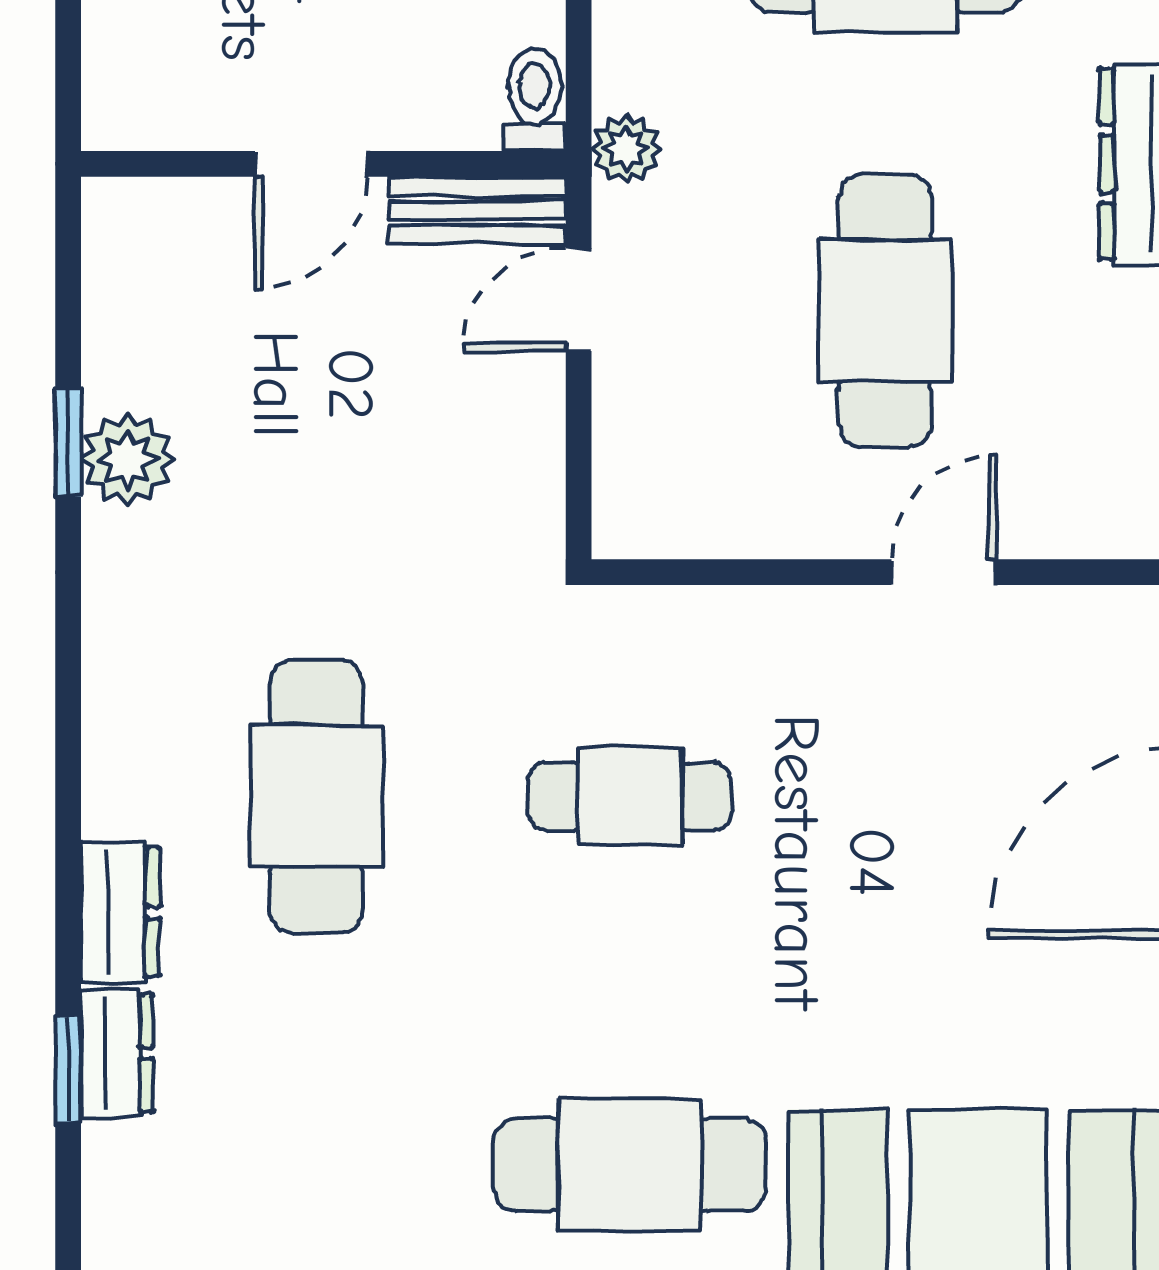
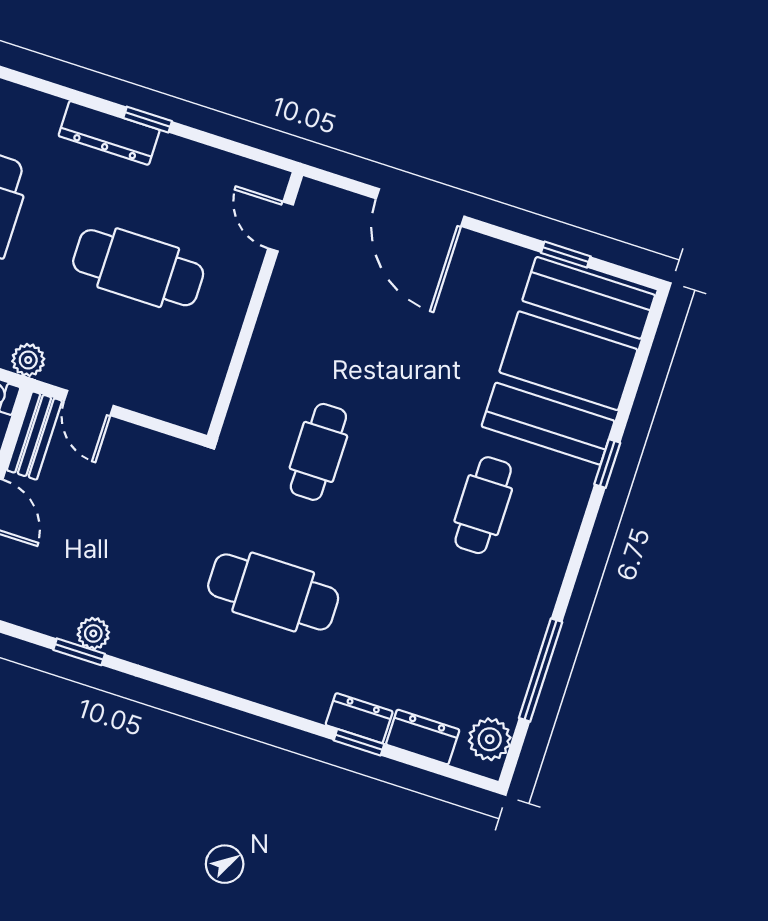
plant: (127, 459) -> (93, 633), width x0.73, depth x0.73
door: (944, 572) -> (281, 227), moved
dresser: (120, 912) -> (423, 737), moved
cafe table: (630, 1165) -> (483, 505), width x0.73, depth x0.74

